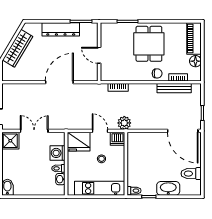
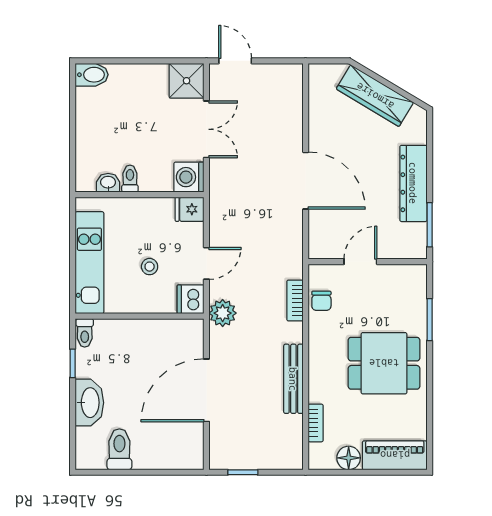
chair: (157, 73) -> (321, 301), moved
bench: (174, 88) -> (293, 379), moved
door: (183, 131) -> (206, 390), moved
fridge: (79, 142) -> (190, 209), width x0.53, depth x0.75
washing machine: (58, 153) -> (189, 177), moved, turned -90

